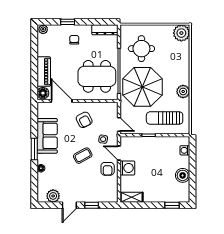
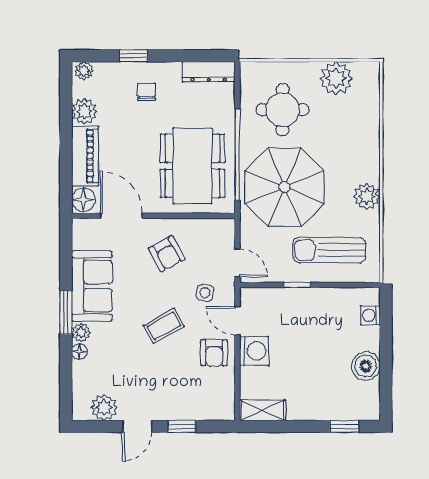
plant: (181, 33) -> (336, 78), moved
plant: (43, 49) -> (84, 111), added
dining table: (97, 76) -> (192, 166), turned 90
plant: (42, 159) -> (81, 332), added

